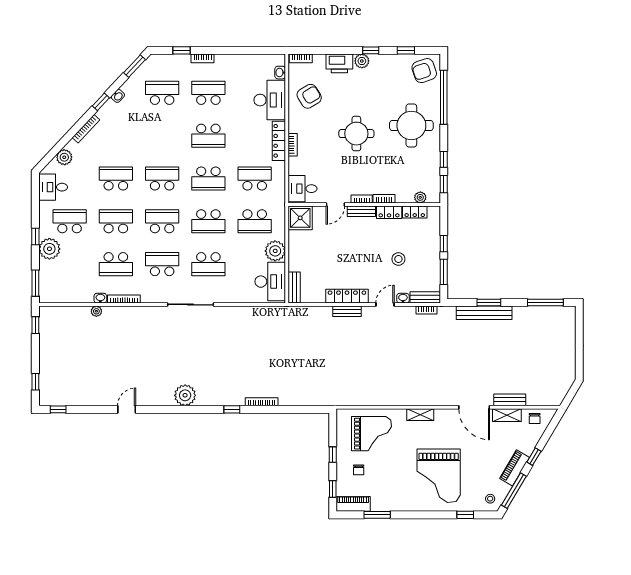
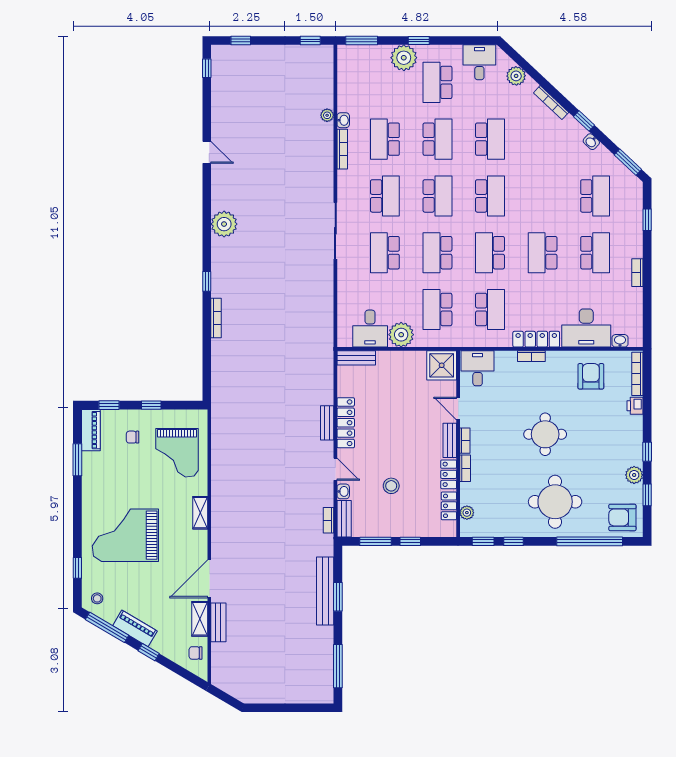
bookcase: (203, 58) -> (637, 273), moved
bookcase: (301, 58) -> (637, 374), width x1.56
plant: (362, 61) -> (634, 475), moved
printer: (339, 63) -> (635, 406), width x0.53, depth x0.68
armchair: (424, 71) -> (622, 517), turned -71
armchair: (309, 96) -> (591, 376), turned -149
school desk: (70, 221) -> (437, 82), turned 180
desk: (270, 282) -> (370, 329), width x0.73

